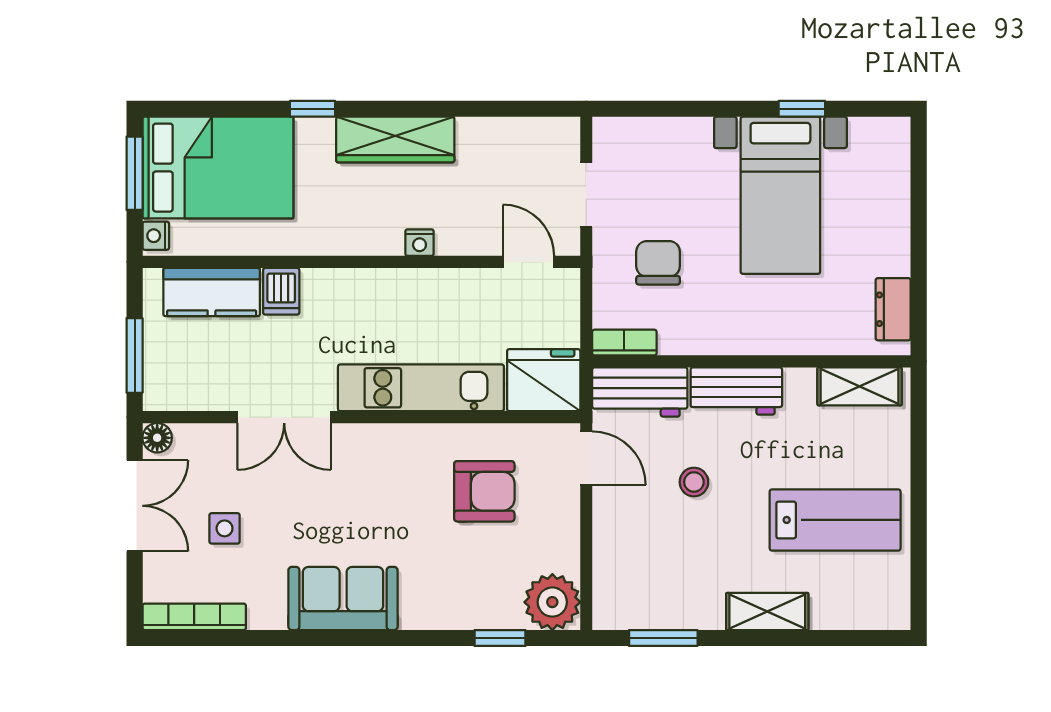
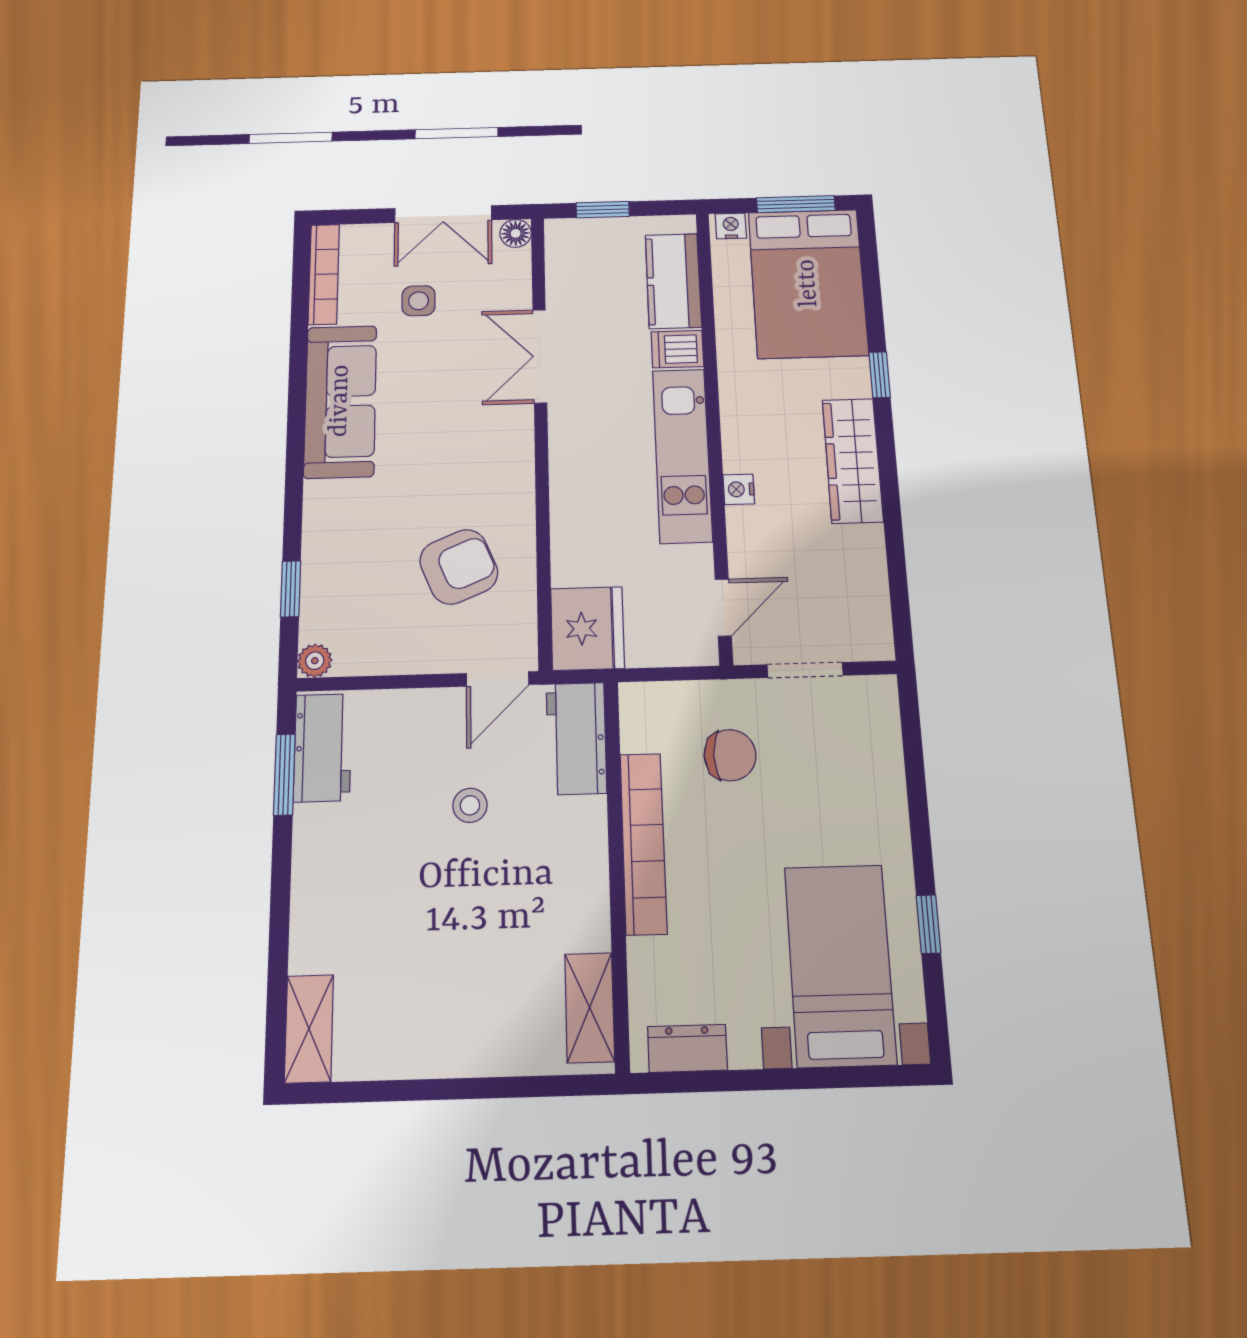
bed with nightstands: (780, 195) -> (840, 965), moved, turned 90
bookcase: (624, 343) -> (643, 843), moved, width x2.31, depth x1.31
window: (135, 355) -> (603, 210), width x0.67
kitchen unit: (421, 388) -> (682, 455), moved, turned 180
workbench: (736, 391) -> (323, 747), moved, turned 180
armchair: (484, 491) -> (459, 567), turned -113
lab bench: (835, 520) -> (423, 981), removed
sofa: (343, 598) -> (340, 401), width x1.36
plant: (552, 602) -> (315, 661), width x0.53, depth x0.53
shelving: (767, 611) -> (309, 1029), moved

